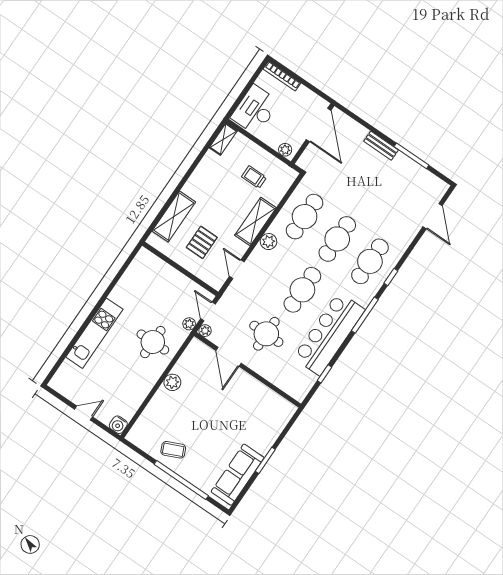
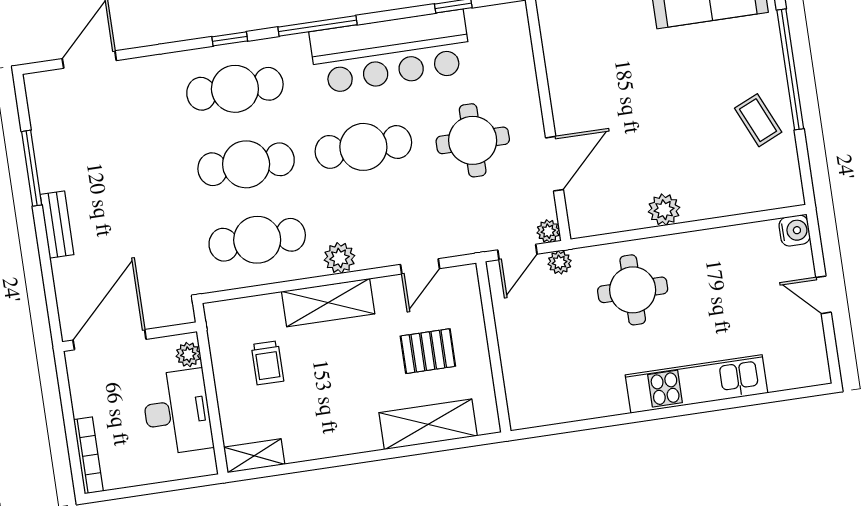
desk: (255, 110) -> (177, 412), moved, turned -90

